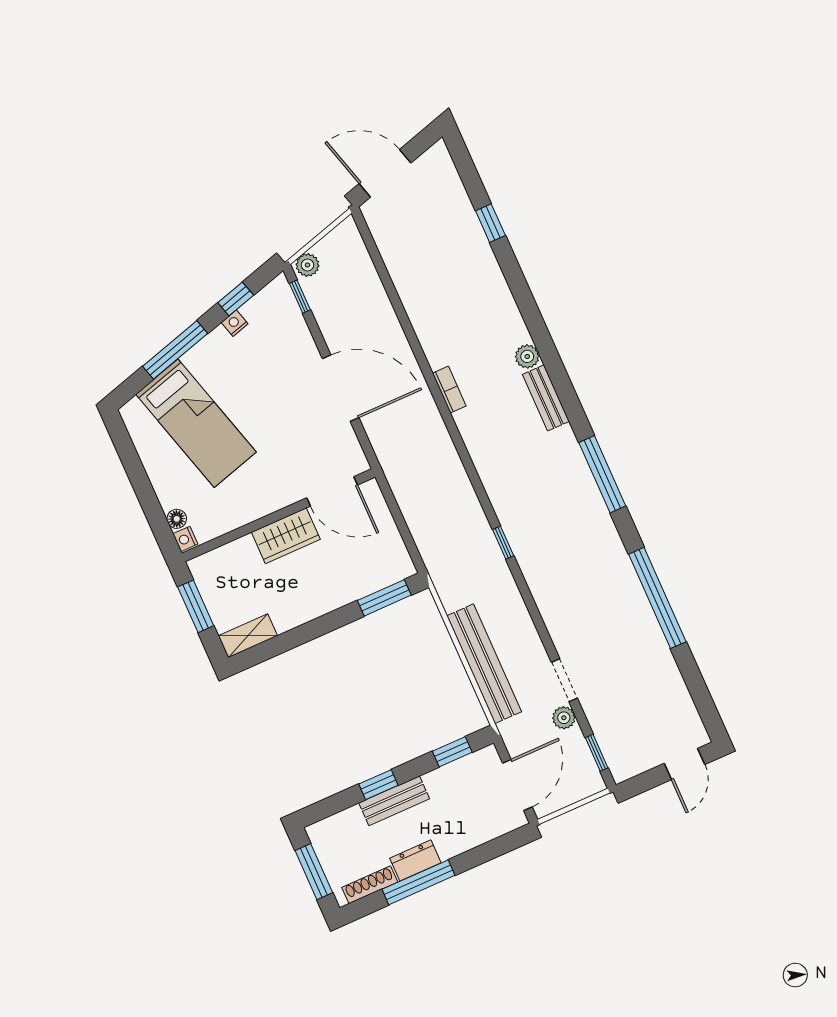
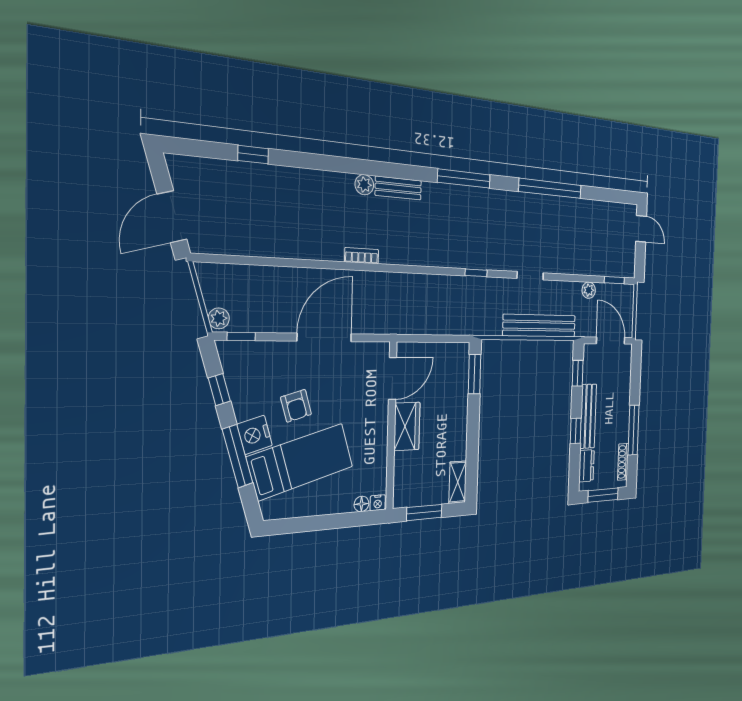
nightstand: (235, 323) -> (255, 435), moved, width x1.89, depth x1.79
armchair: (254, 390) -> (296, 406), added
doorway: (564, 680) -> (530, 276), moved
bench: (394, 801) -> (588, 416), width x1.36
dresser: (415, 860) -> (586, 466), moved, turned 180

